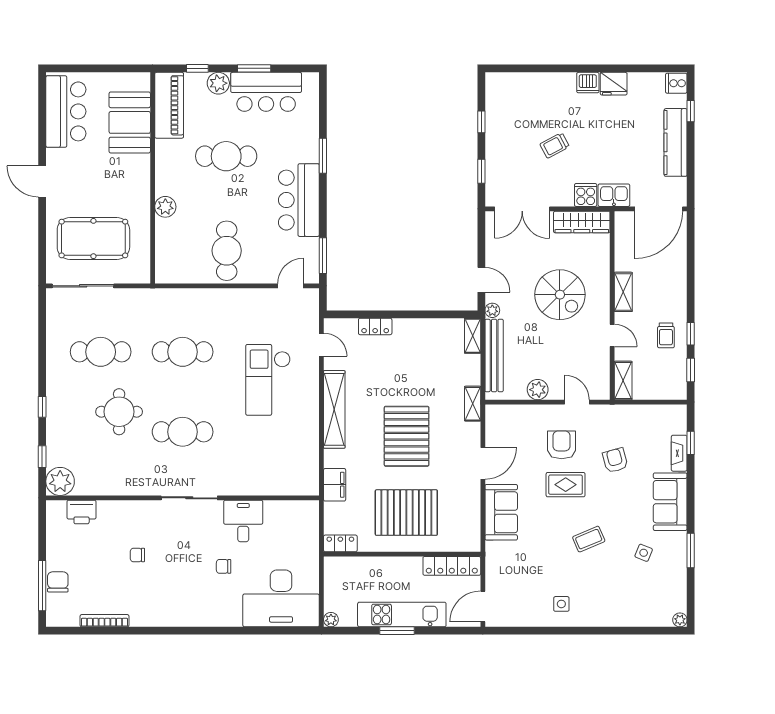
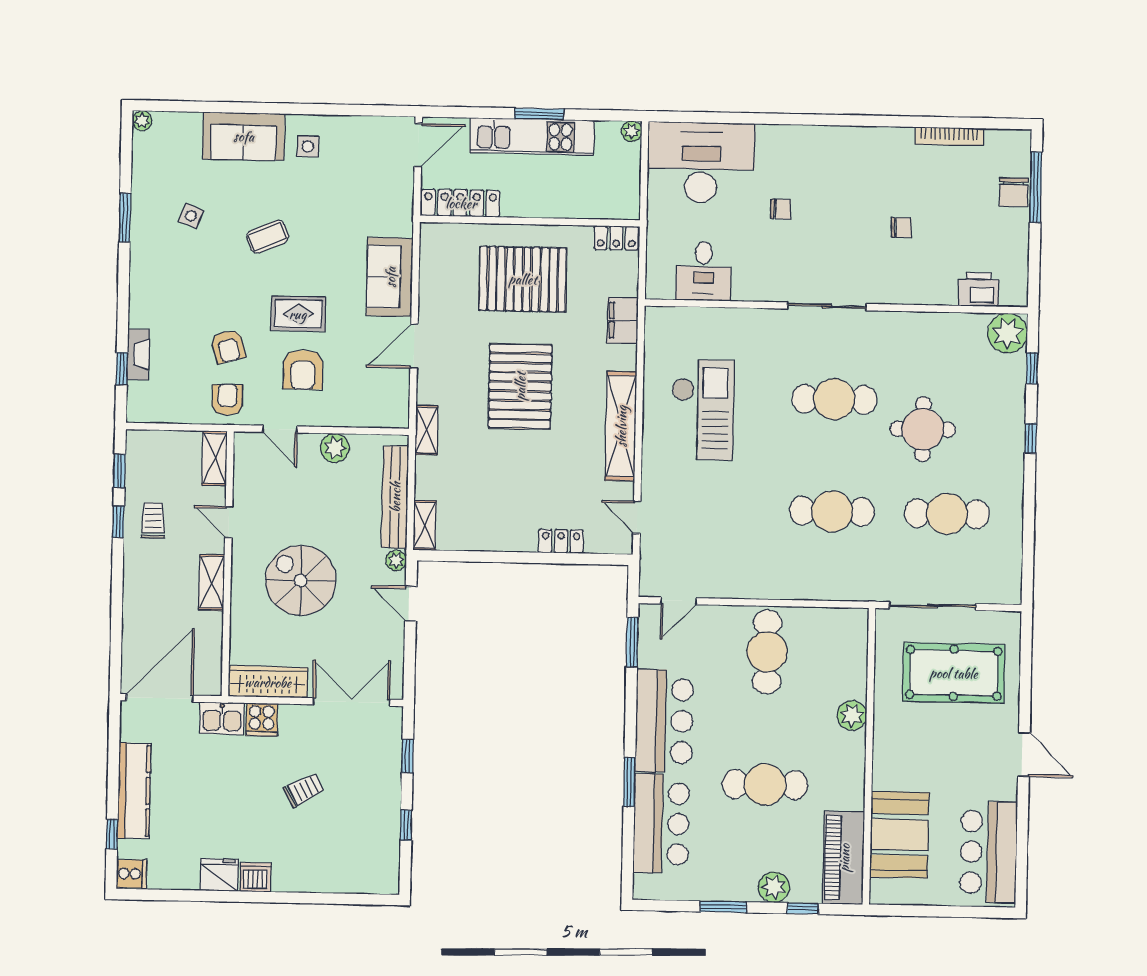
bar counter: (266, 92) -> (661, 824), moved, turned 90
sliding door: (83, 286) -> (933, 606), moved
checkout: (268, 380) -> (703, 410), moved
armchair: (615, 422) -> (227, 400), added
sofa: (670, 502) -> (244, 136), moved, turned 90
desk: (243, 521) -> (703, 271), moved

